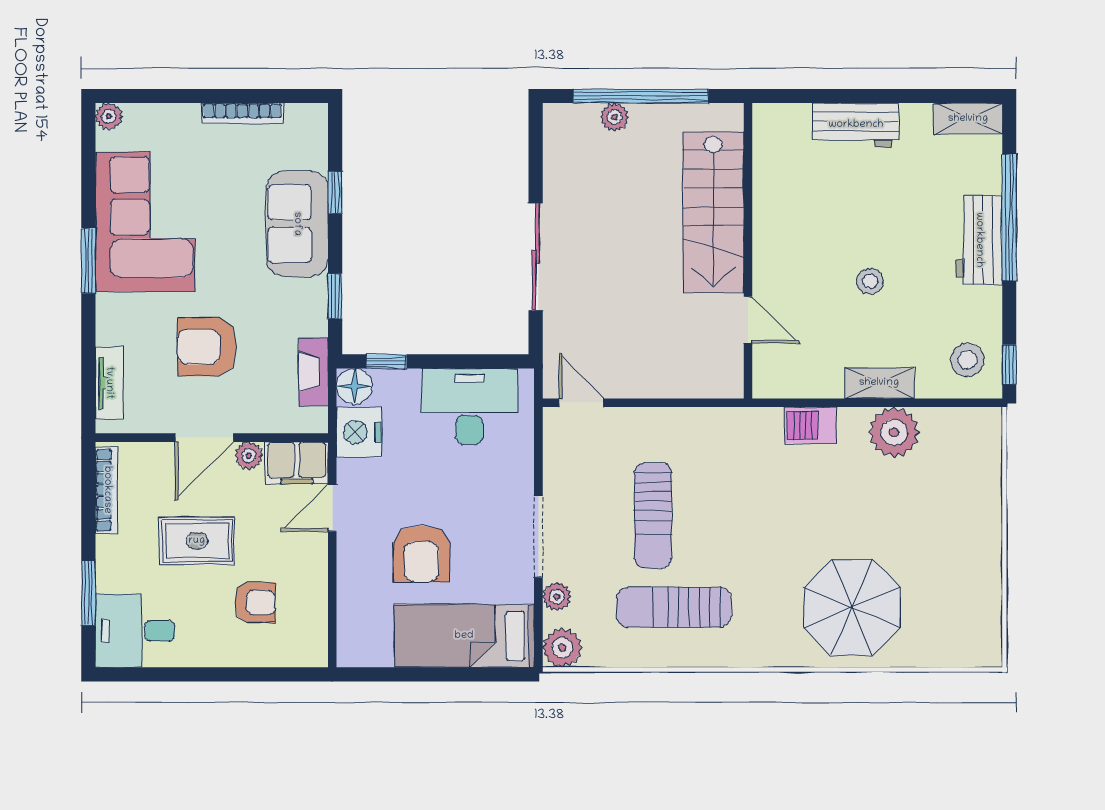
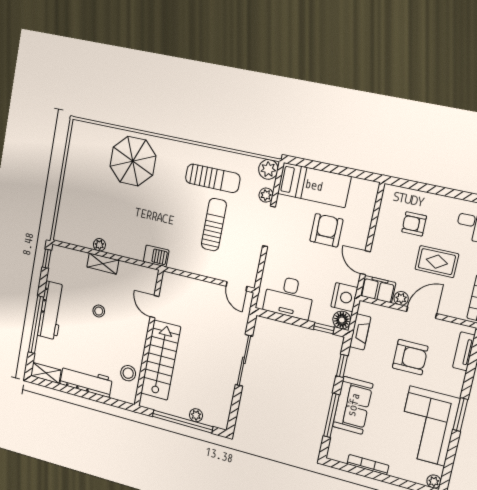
workbench: (856, 125) -> (86, 381), width x1.38
window: (335, 193) -> (331, 415), width x2.17
workbench: (979, 240) -> (51, 310), width x1.38
stool: (968, 360) -> (128, 373), moved
barbecue: (810, 425) -> (156, 256), moved
plant: (894, 432) -> (99, 245), width x0.53, depth x0.53
door: (332, 508) -> (365, 263), swing flipped

